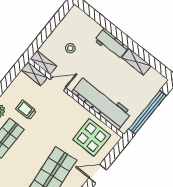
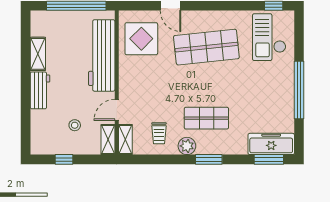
window: (53, 23) -> (64, 159), added
door: (58, 84) -> (117, 110), hinge flipped
trolley: (26, 110) -> (159, 133), moved

